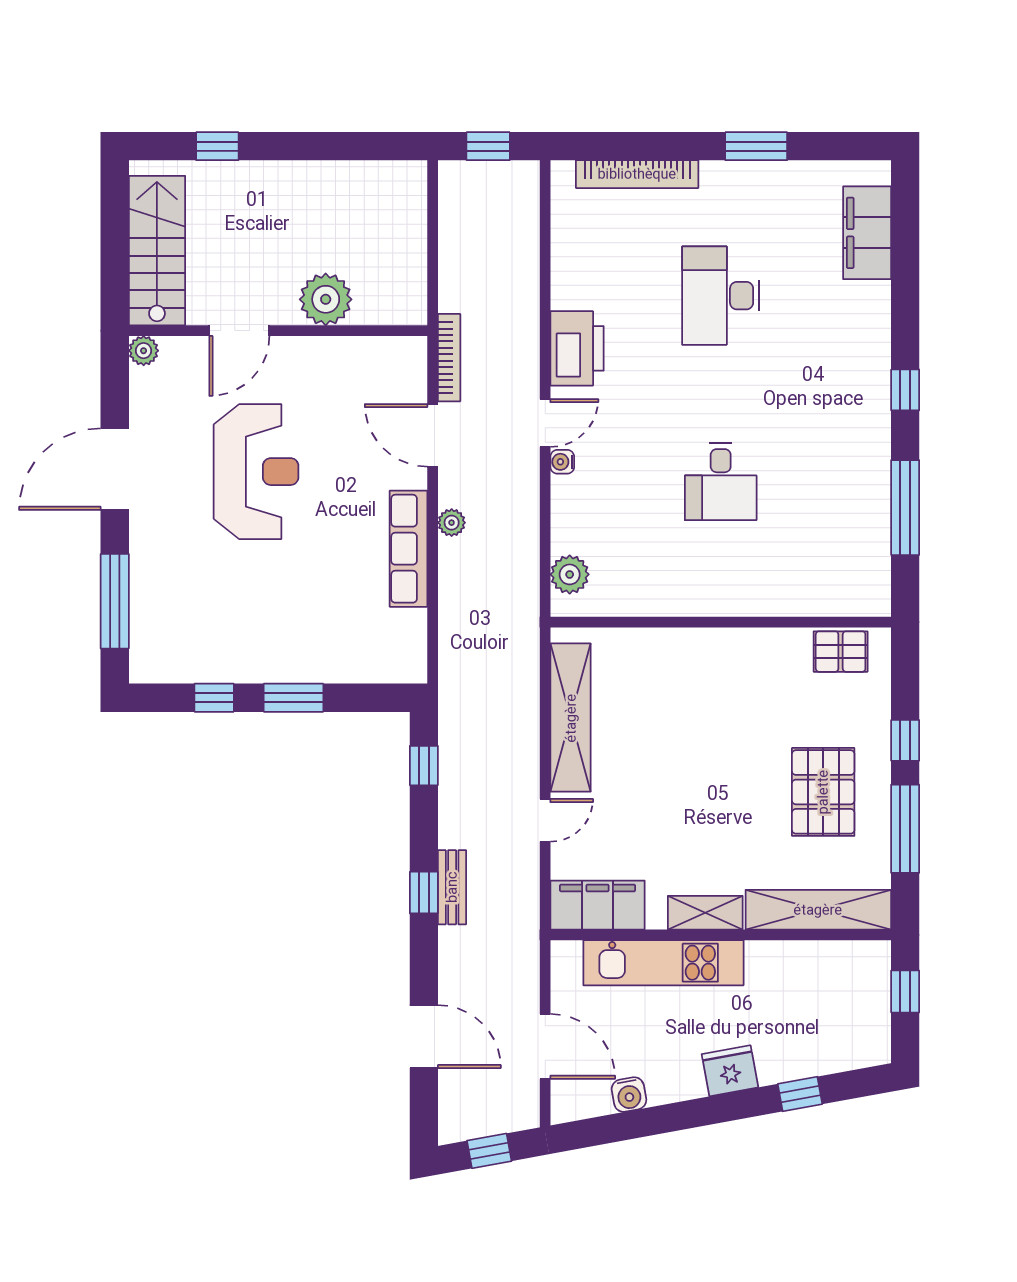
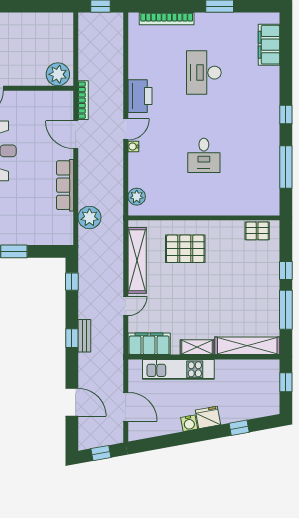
plant: (326, 299) -> (58, 74), moved
plant: (452, 523) -> (89, 217), moved, width x1.88, depth x1.88
pallet: (823, 792) -> (185, 249), moved, turned 90
water cooler: (629, 1095) -> (189, 423), moved

